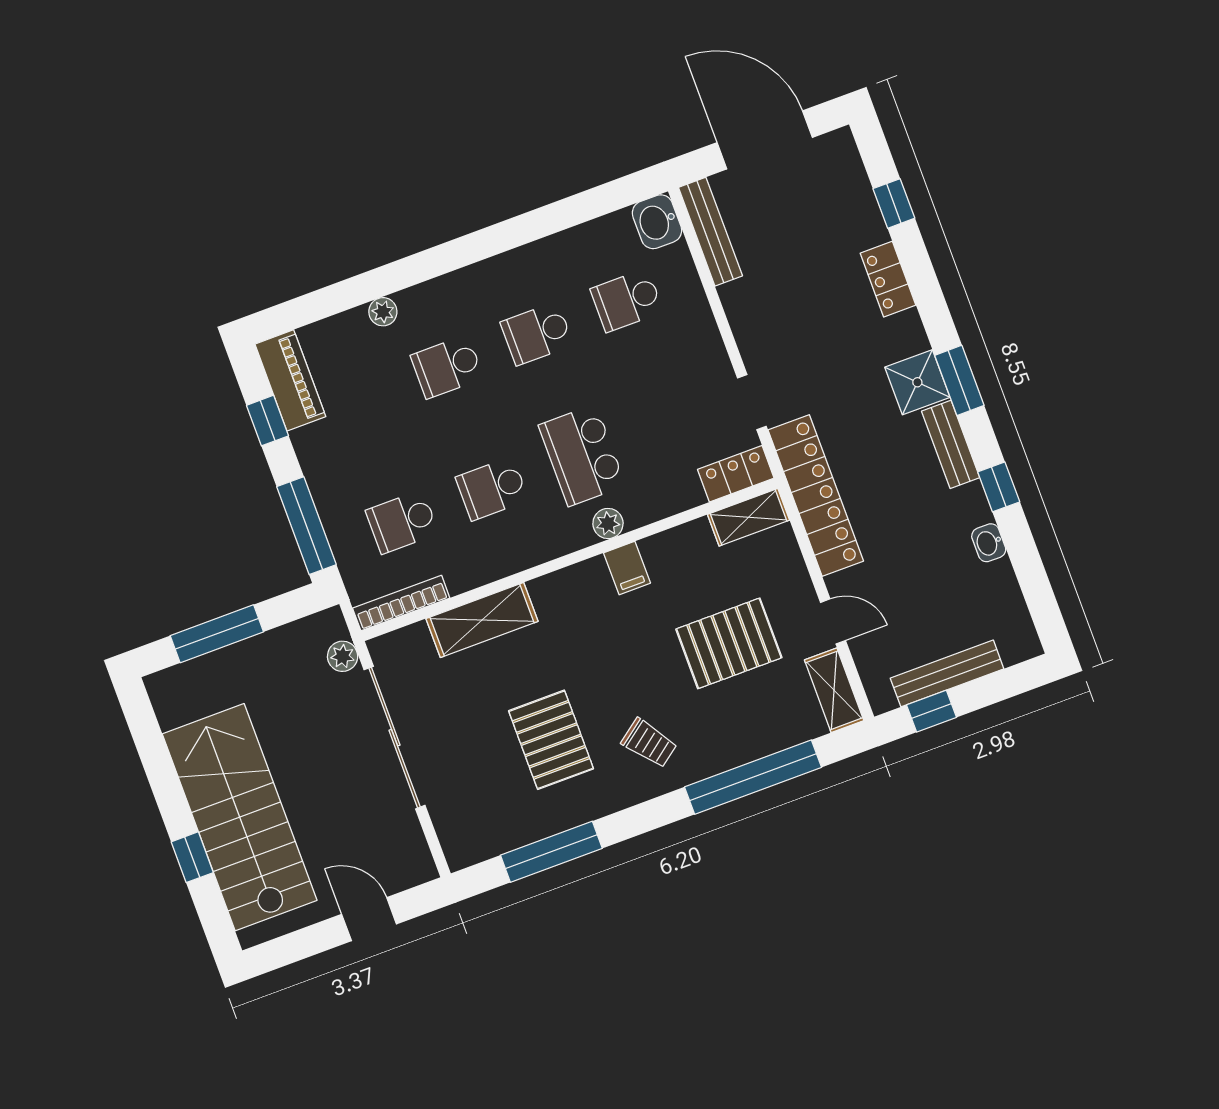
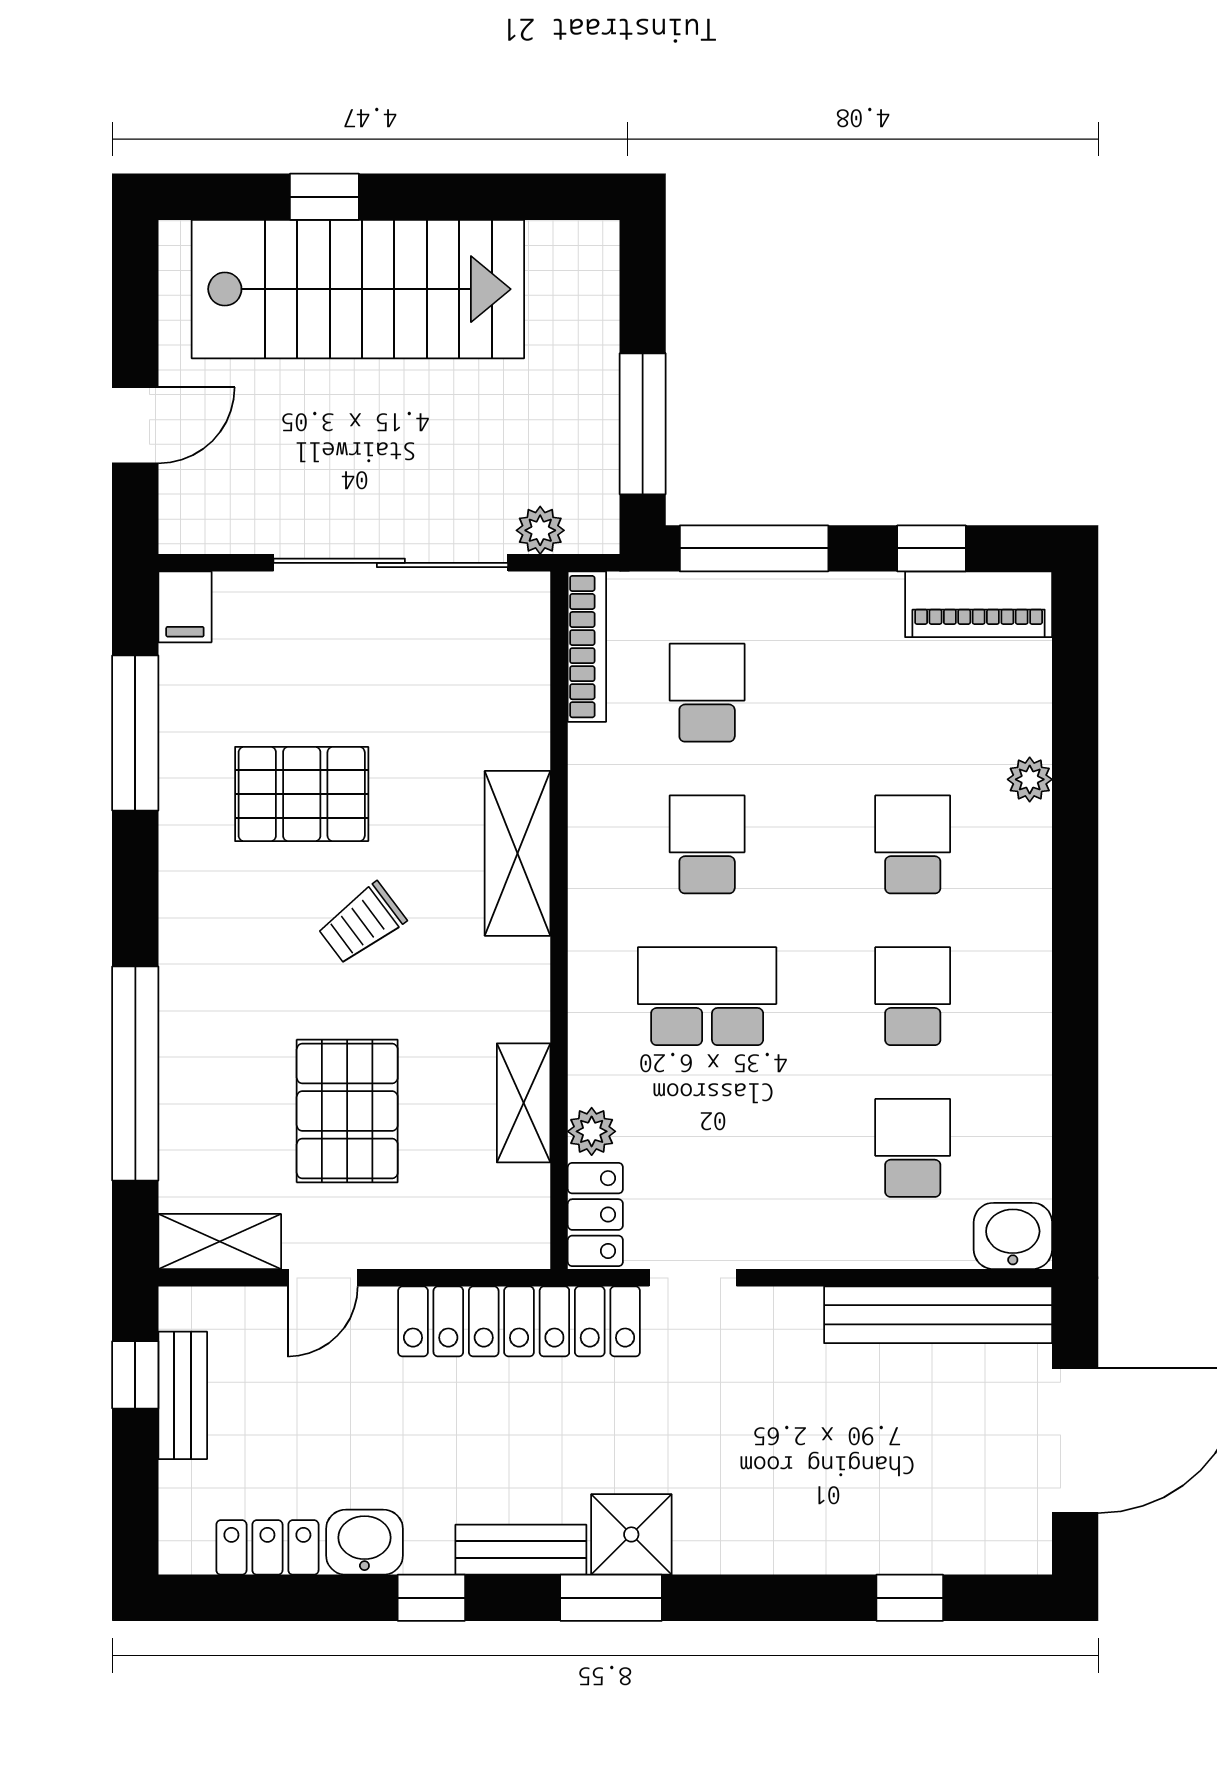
bench: (710, 232) -> (938, 1315), width x1.37, depth x1.21
locker: (888, 279) -> (267, 1547), moved
shelving: (749, 517) -> (524, 1103), moved
plant: (608, 523) -> (592, 1131), moved
washbasin: (989, 543) -> (364, 1542), width x1.38, depth x1.45
filing cabinet: (627, 568) -> (185, 607), moved, turned -90
shelving: (482, 620) -> (517, 853), moved
window: (217, 634) -> (643, 424), moved
bench: (947, 673) -> (183, 1395), width x0.73
trolley: (649, 743) -> (362, 923), moved

